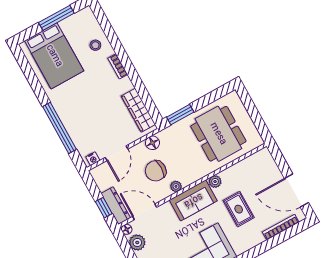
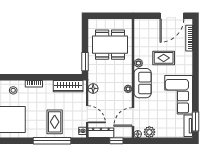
rug: (85, 118) -> (55, 122), added
chair: (156, 171) -> (111, 96), removed
dresser: (116, 206) -> (101, 133), moved

